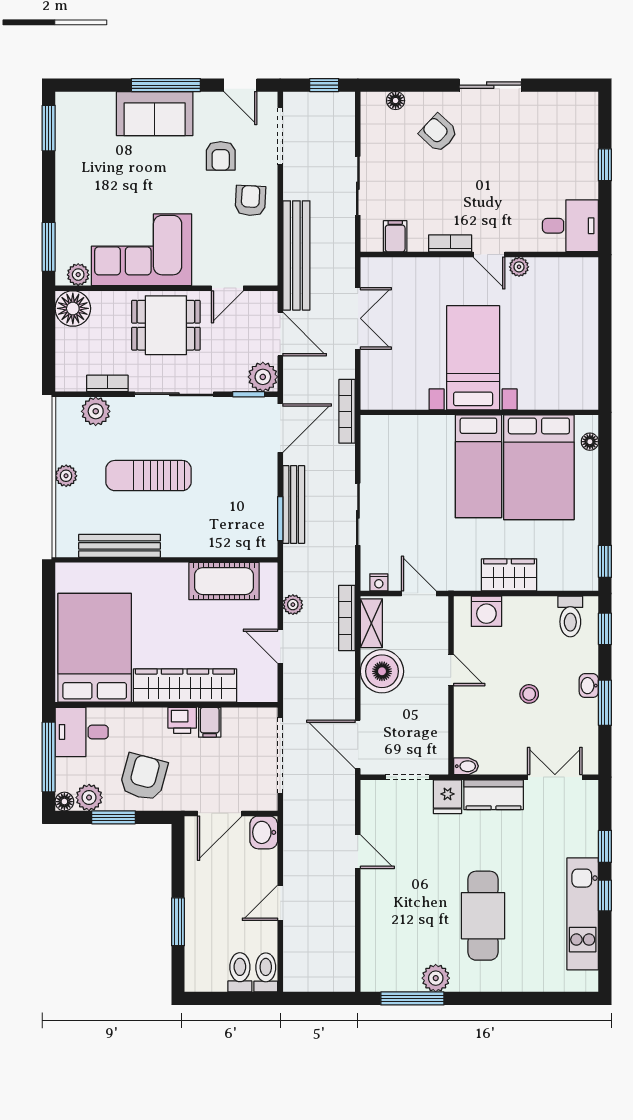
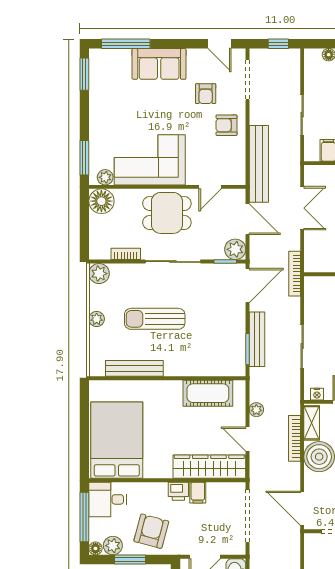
window: (166, 85) -> (126, 44), moved
armchair: (250, 201) -> (226, 125), turned -93
plant: (96, 411) -> (99, 274), moved
bookcase: (347, 618) -> (294, 438), moved
wardrobe: (185, 685) -> (209, 467), moved

